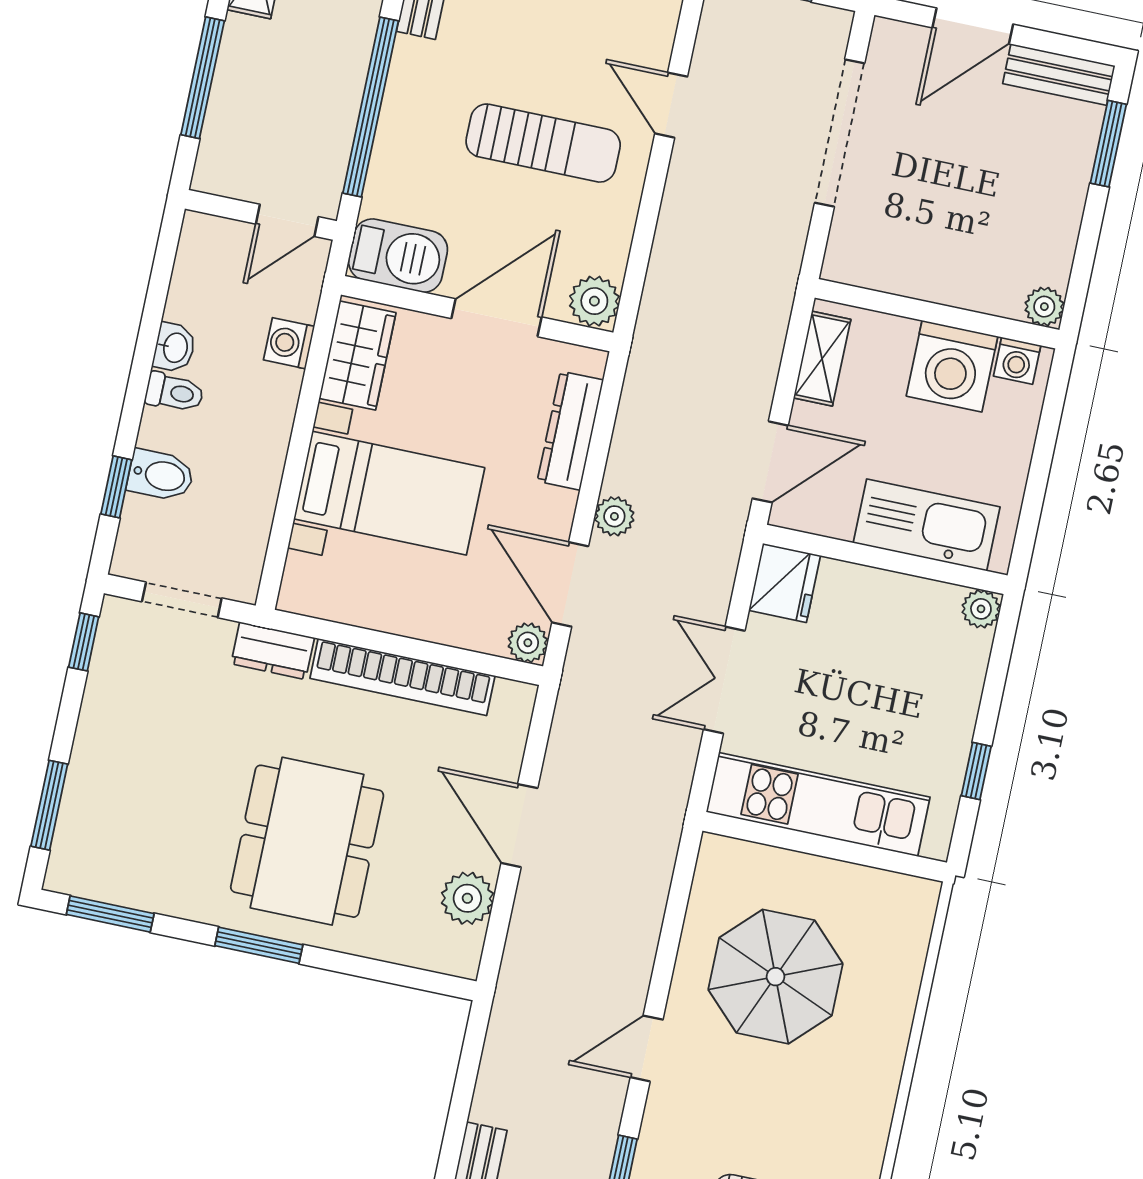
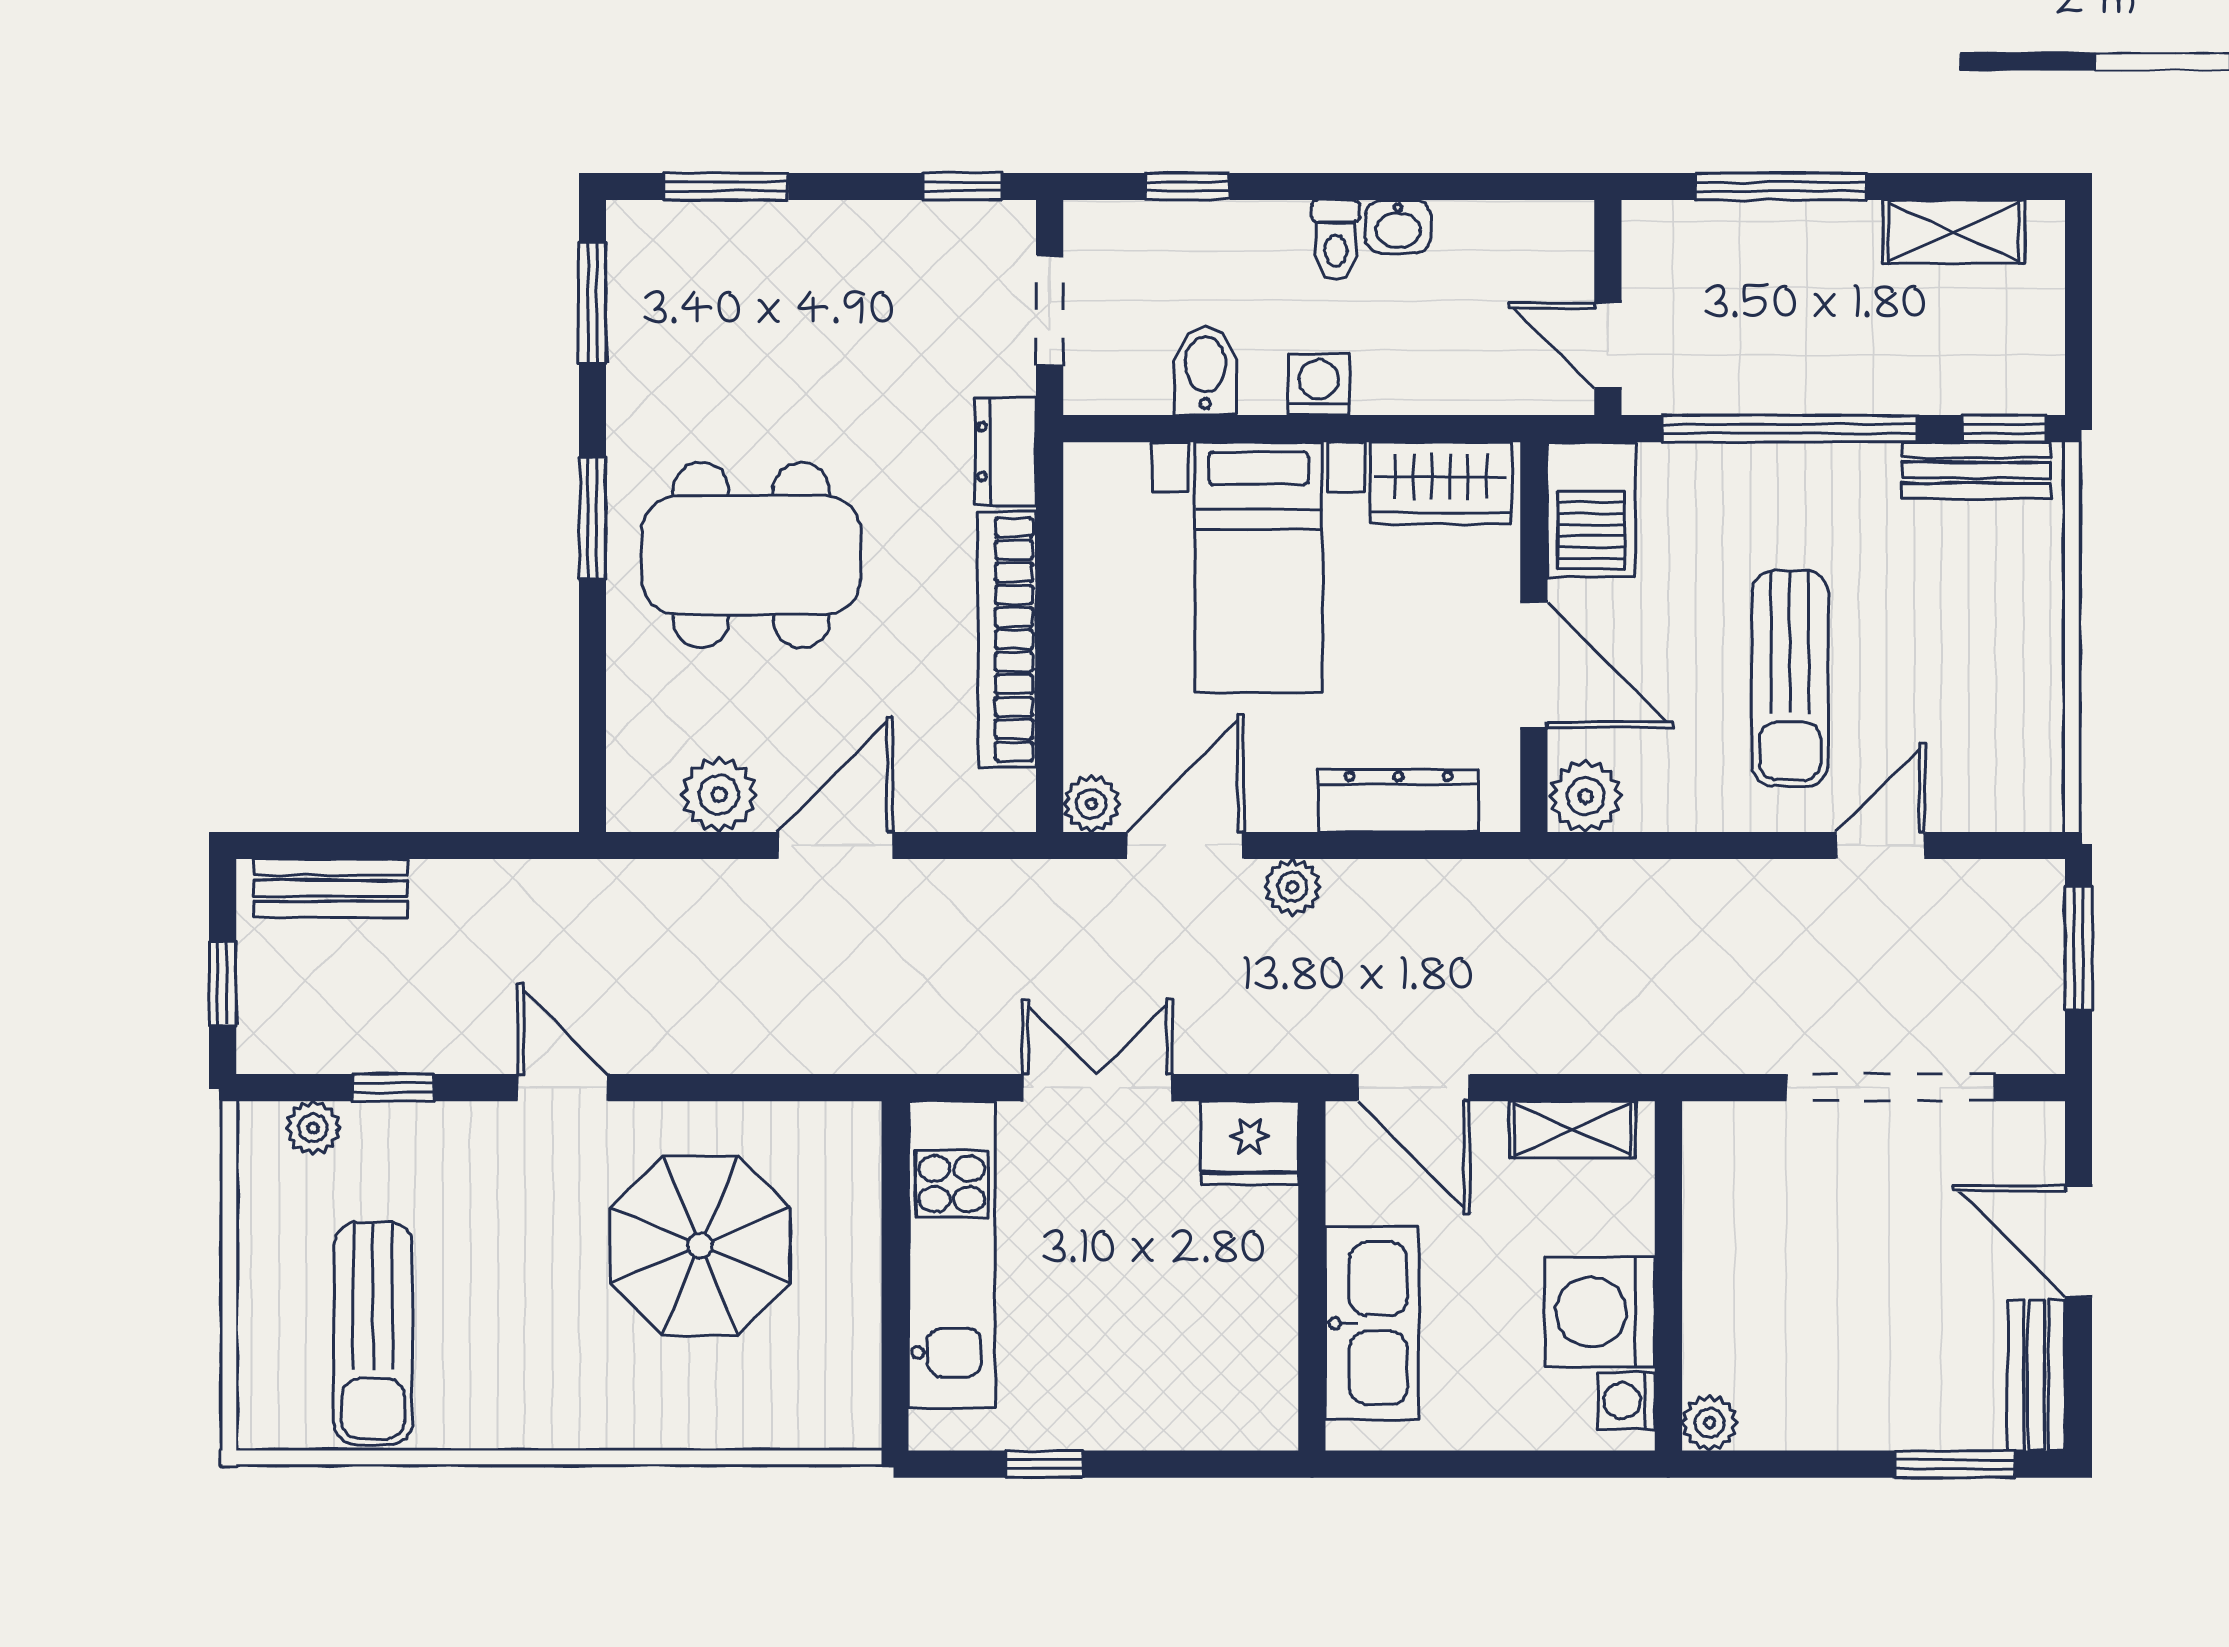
washing machine: (289, 343) -> (1319, 384), moved
bidet: (161, 475) -> (1205, 370), moved, turned 180
plant: (981, 609) -> (1271, 1423), removed

